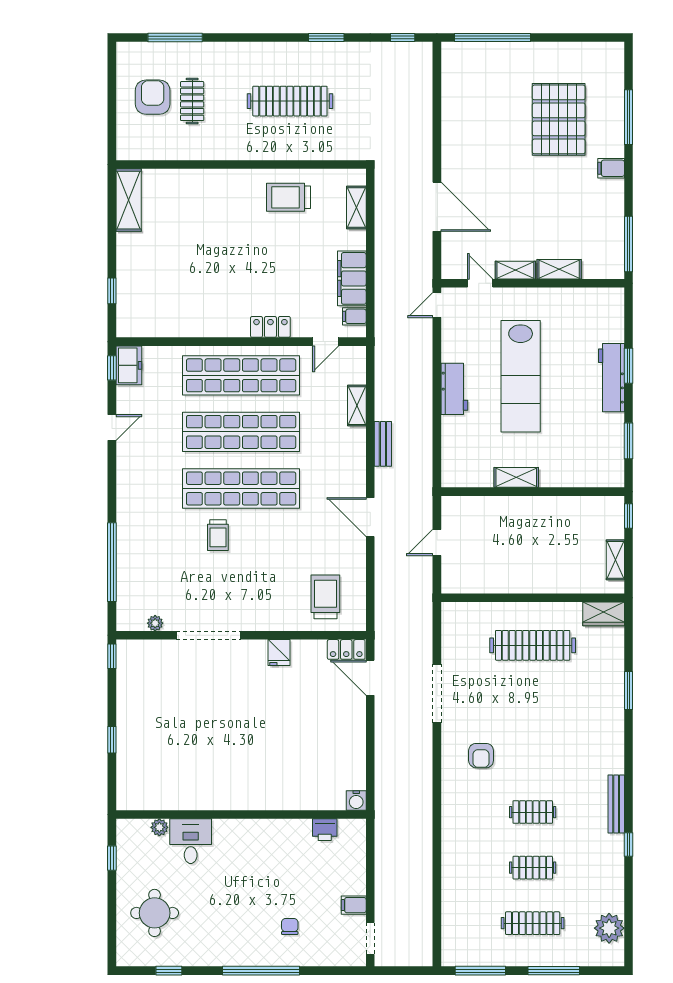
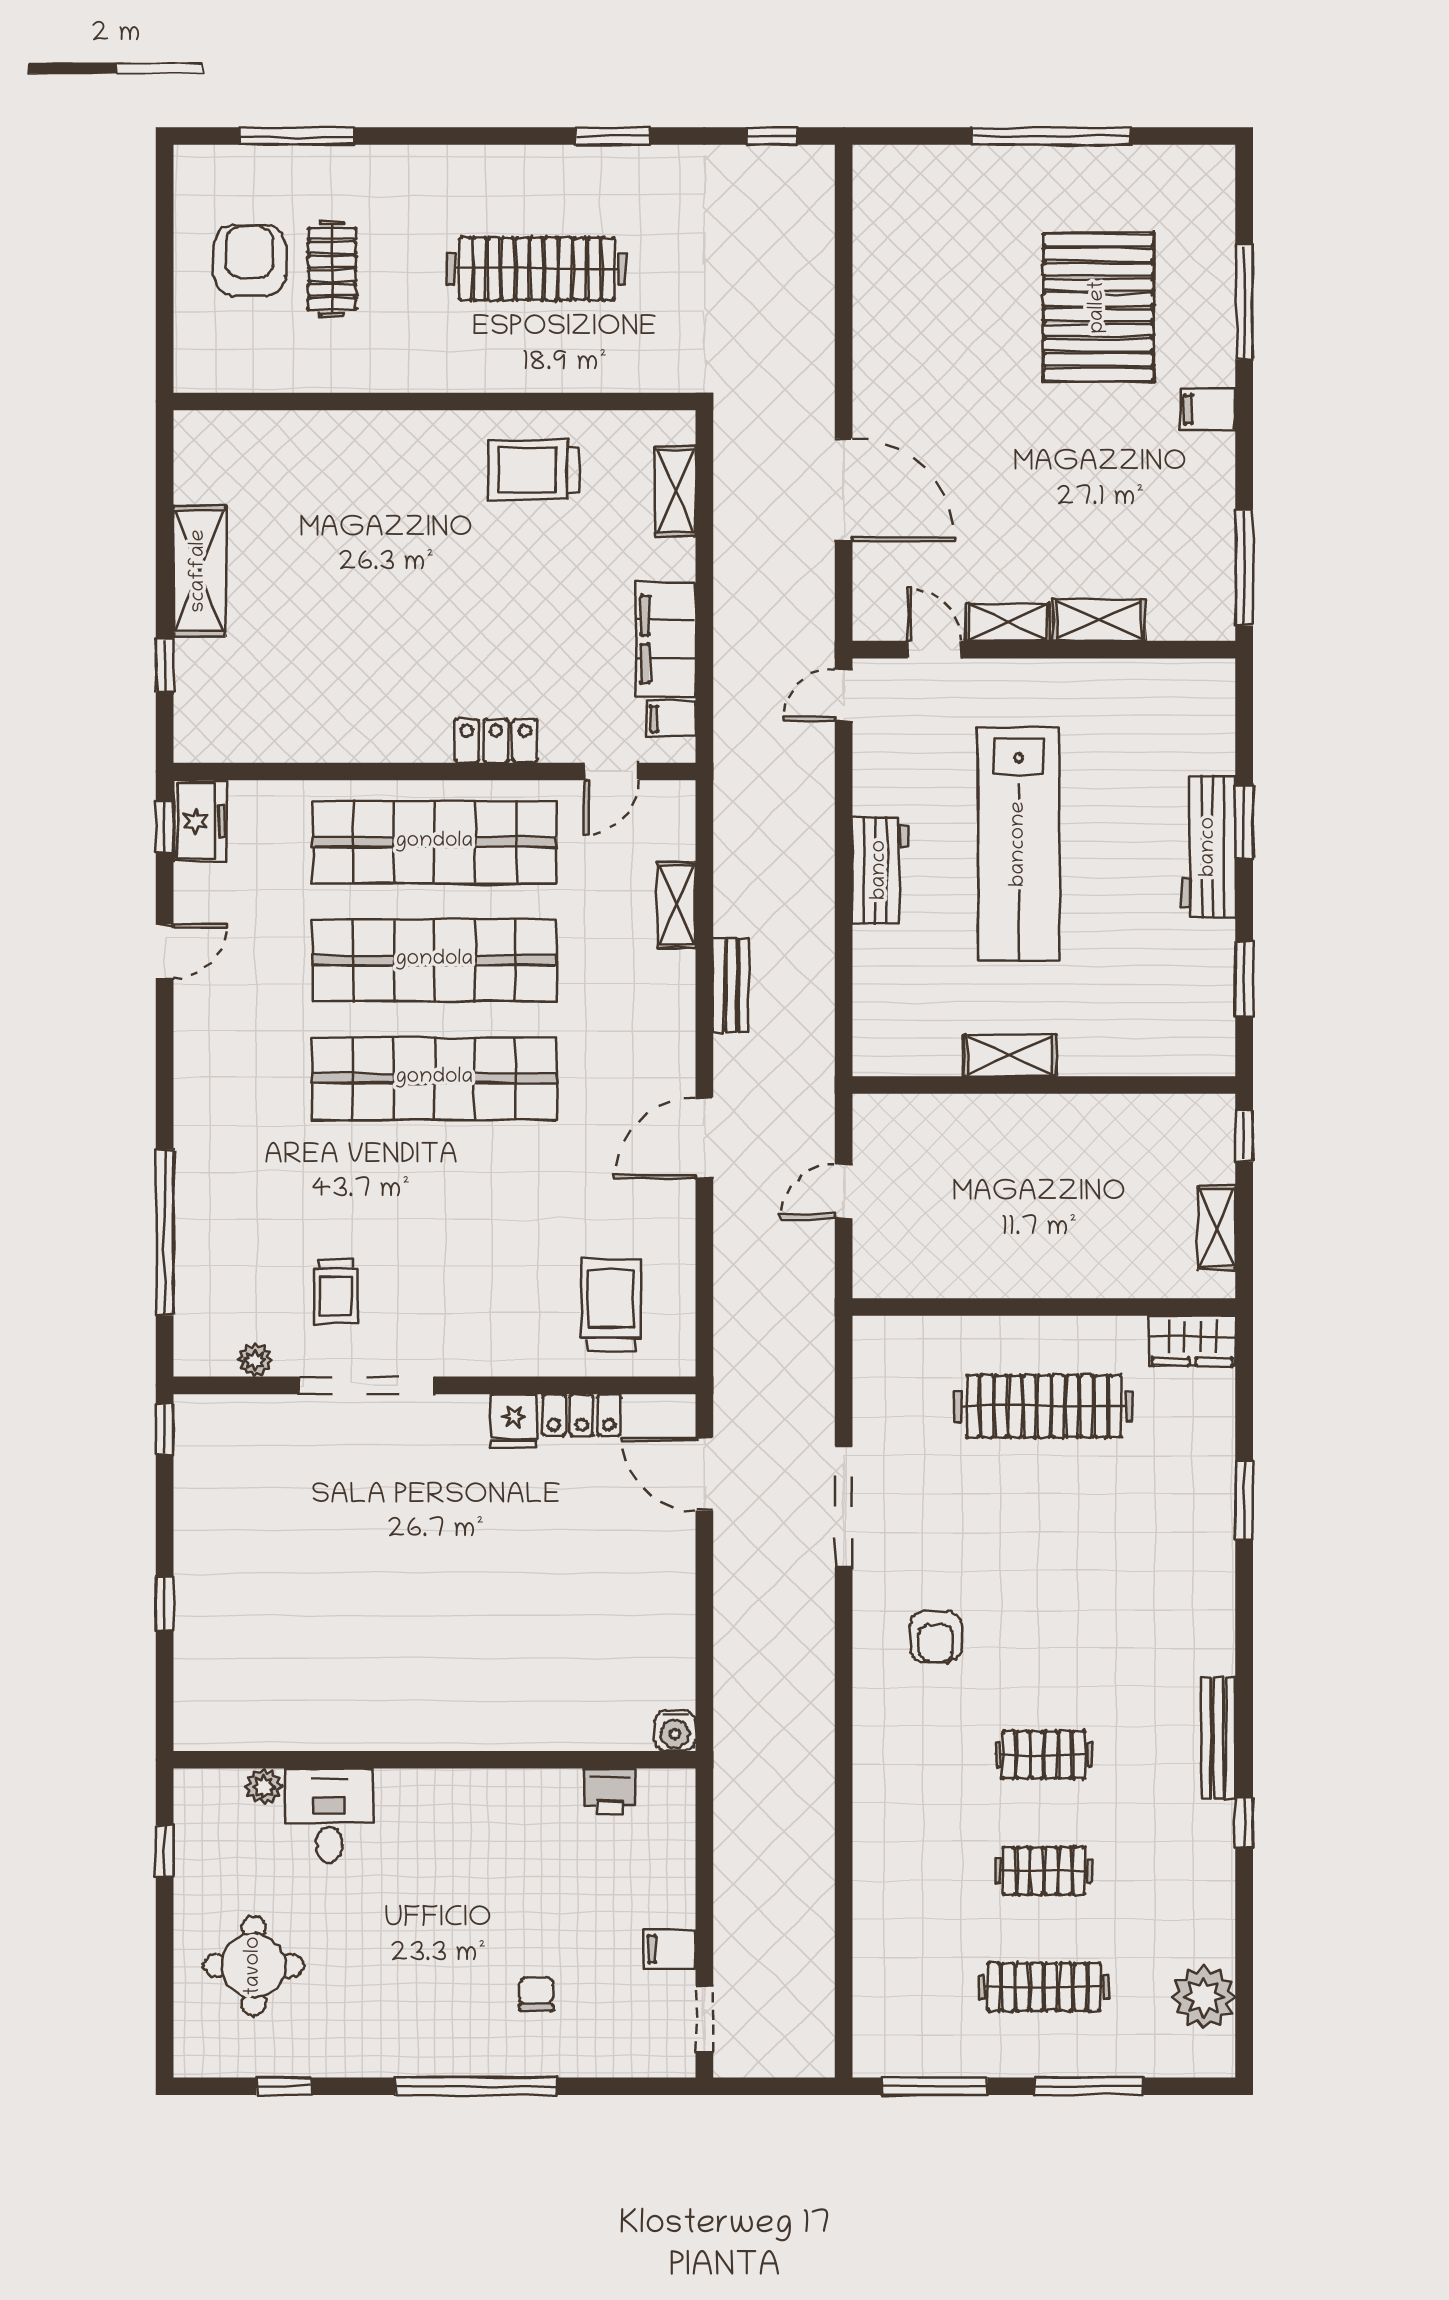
window: (492, 38) -> (1052, 136), moved
shelving: (129, 200) -> (199, 571), moved
door: (370, 517) -> (704, 1138), hinge flipped
trolley: (218, 535) -> (336, 1291), moved
locker: (346, 649) -> (582, 1415), moved

